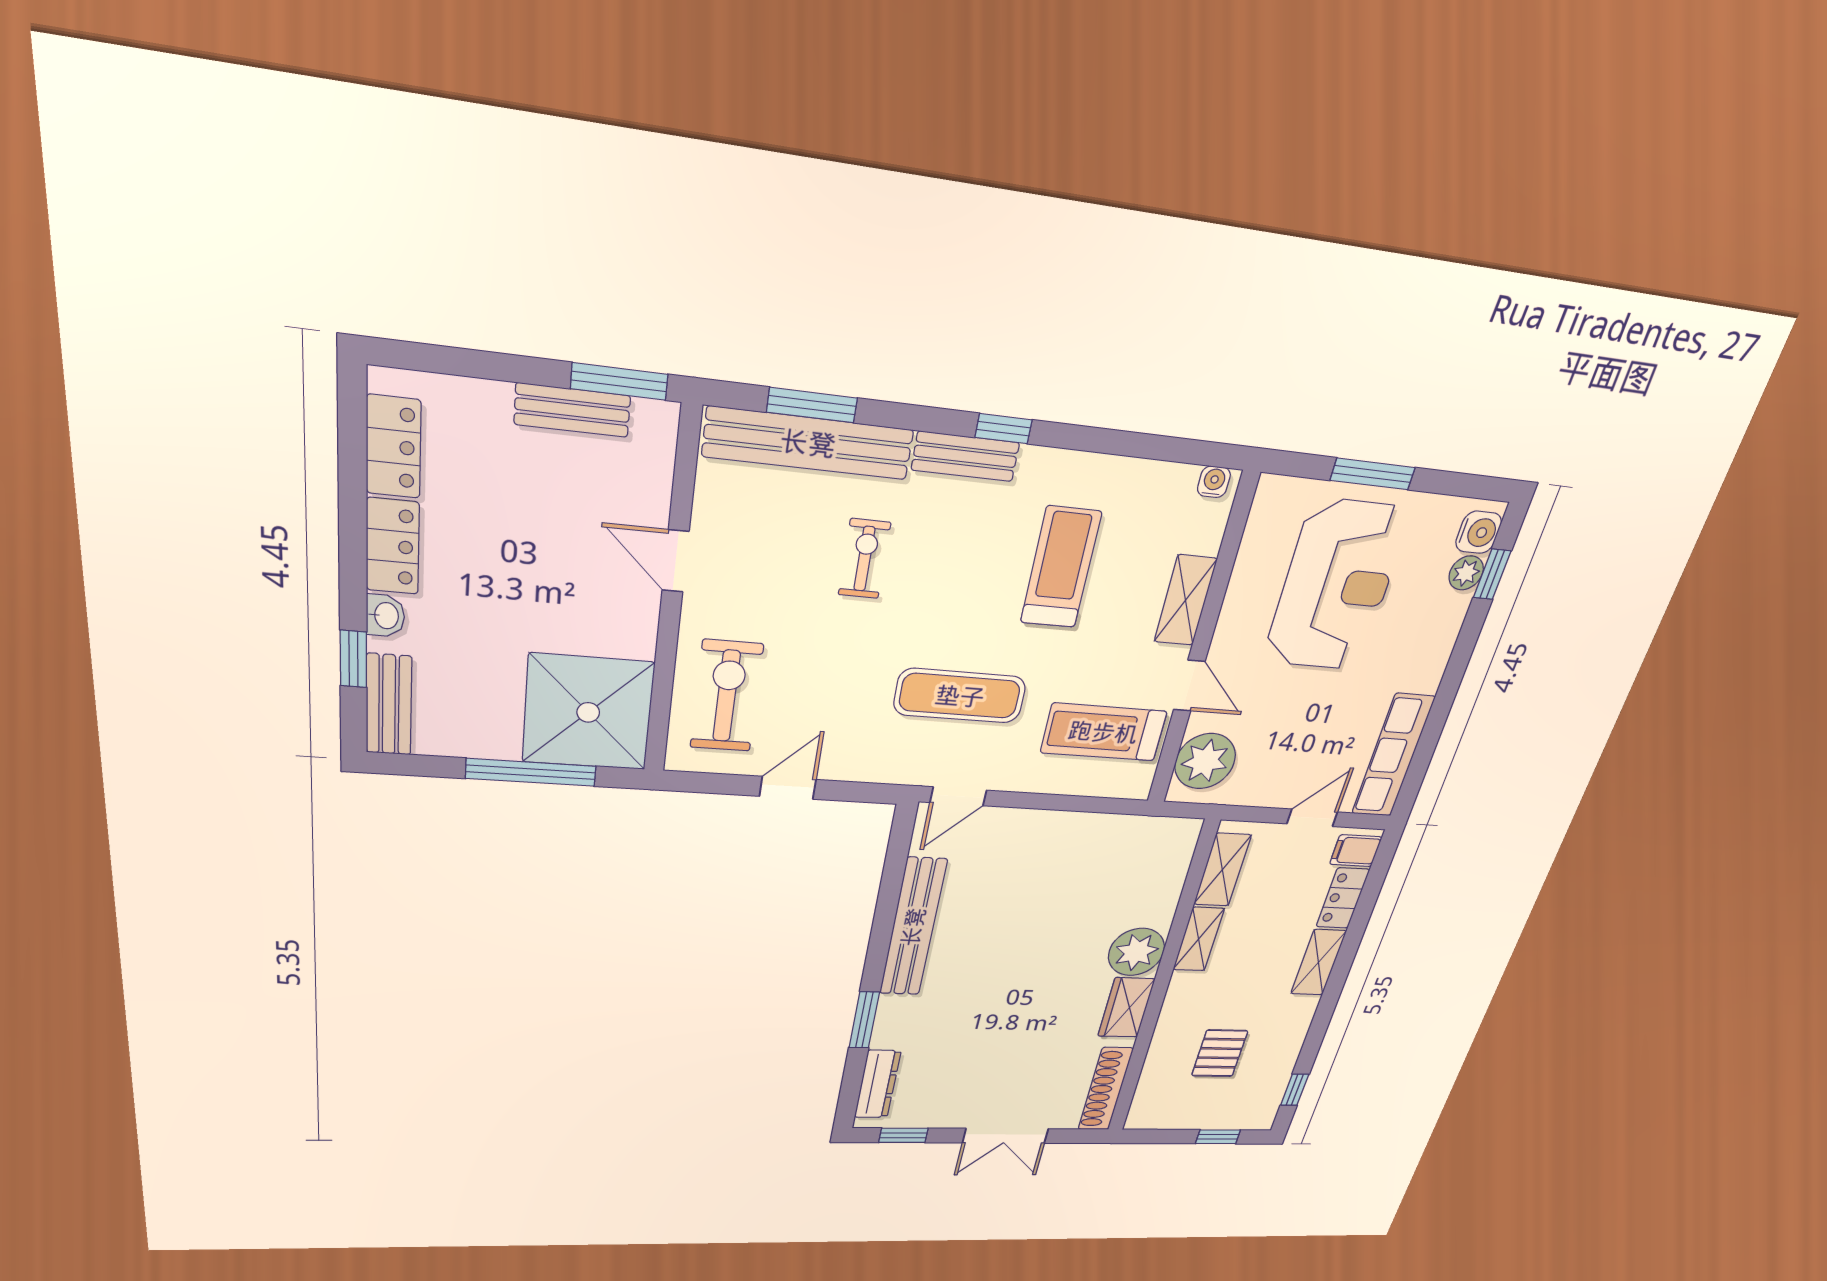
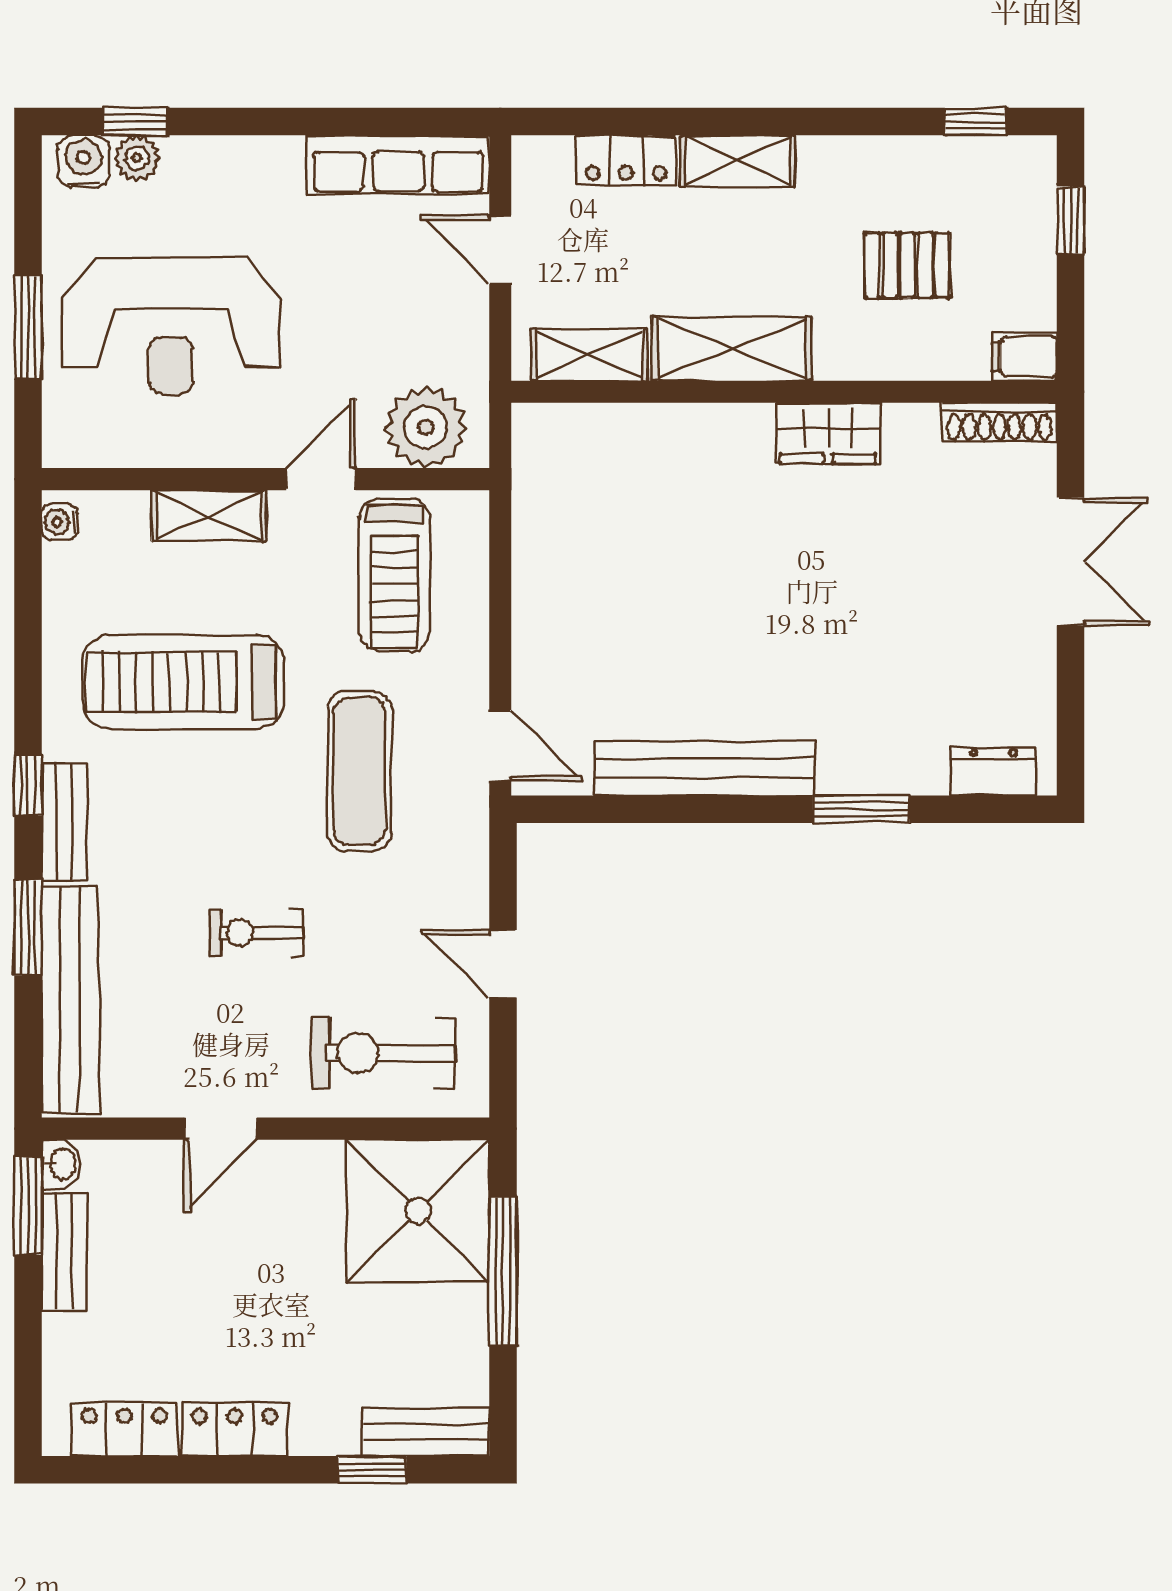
window: (812, 405) -> (28, 928), moved
exercise bike: (864, 559) -> (257, 933), moved
treadmill: (1061, 567) -> (183, 682), width x1.37, depth x1.38
reception desk: (1336, 586) -> (171, 326), turned 180
washbasin: (385, 616) -> (62, 1164), moved, turned 90
filing cabinet: (1356, 851) -> (1025, 357), moved, turned 90
shelving: (1199, 939) -> (732, 349), width x1.50, depth x1.33
plant: (1136, 952) -> (731, 443), removed
dresser: (878, 1084) -> (994, 772), width x0.70
shoe rack: (1106, 1089) -> (999, 422), width x0.74, depth x0.81
window: (903, 1135) -> (1071, 717), removed

